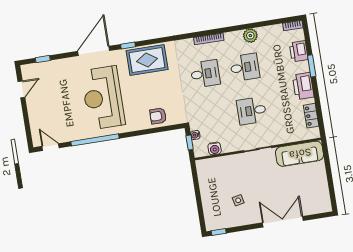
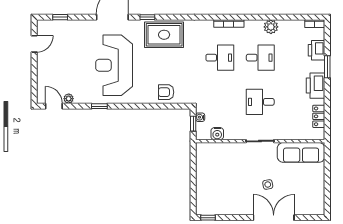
plant: (64, 137) -> (69, 99), added
window: (95, 140) -> (99, 106), width x0.32
side table: (238, 200) -> (268, 184), moved

